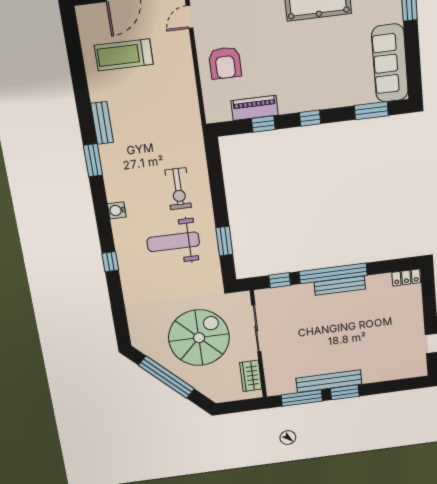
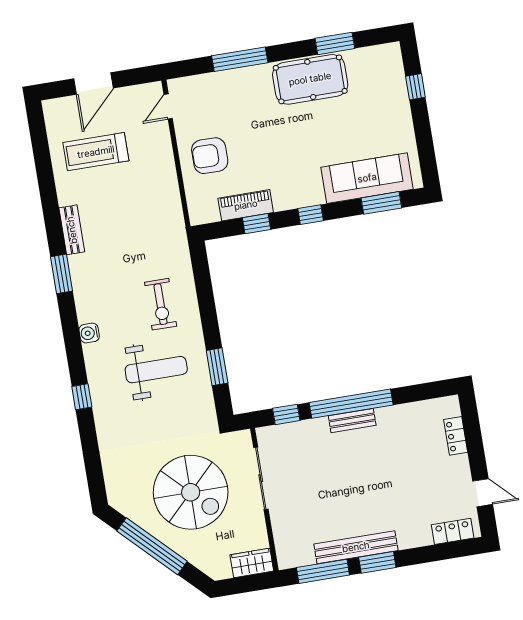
armchair: (225, 63) -> (210, 156), turned 90
sofa: (390, 63) -> (367, 178), moved, turned 90
weight bench: (173, 242) -> (156, 370), turned 180
locker: (406, 278) -> (456, 436), moved, turned 90
bench: (340, 286) -> (352, 421), width x0.73
spiral stairs: (199, 338) -> (191, 492), turned 90
locker: (406, 371) -> (453, 531), added
wardrobe: (251, 376) -> (252, 563), moved, turned 90

